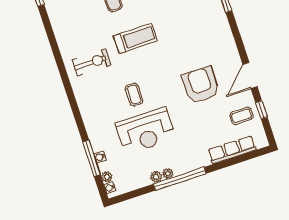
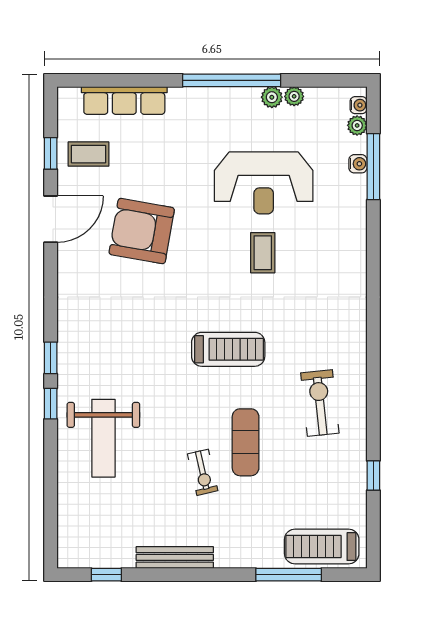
treadmill: (135, 38) -> (228, 349), turned 180
exercise bike: (92, 62) -> (320, 403), moved, turned 84
armchair: (201, 85) -> (142, 231), turned 100
reception desk: (146, 131) -> (264, 183), turned 180
plant: (168, 173) -> (294, 96), moved

